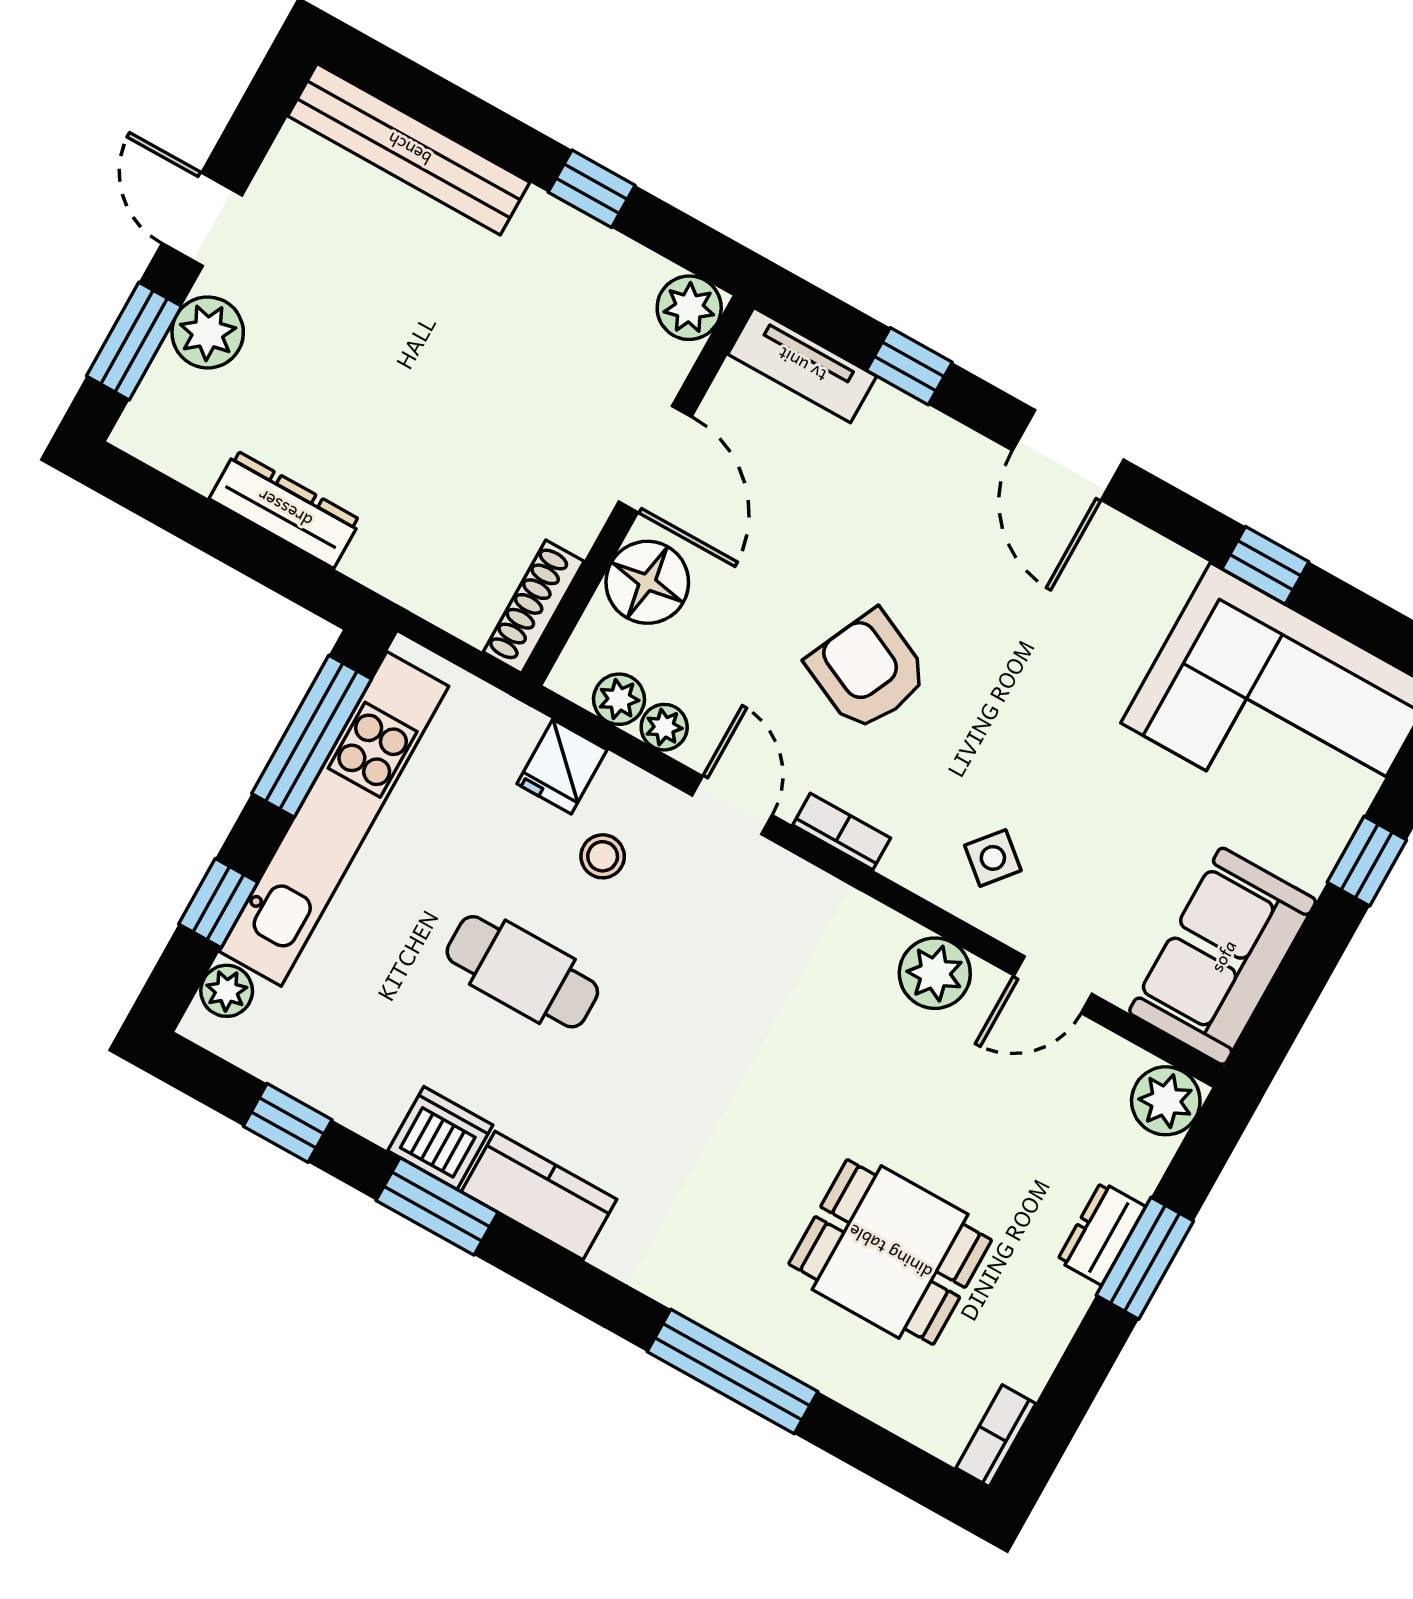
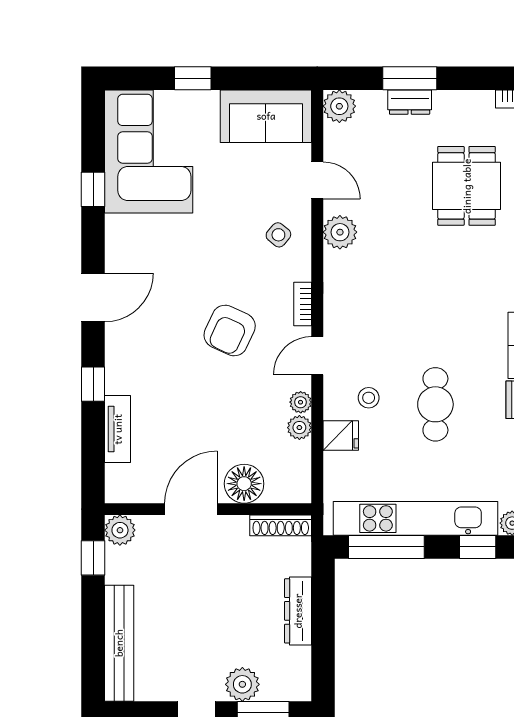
plant: (689, 308) -> (120, 530), moved
door: (655, 459) -> (191, 509), moved
wall: (638, 490) -> (208, 509), moved
floor lamp: (647, 582) -> (244, 484), moved
shoe rack: (534, 607) -> (281, 525), moved

